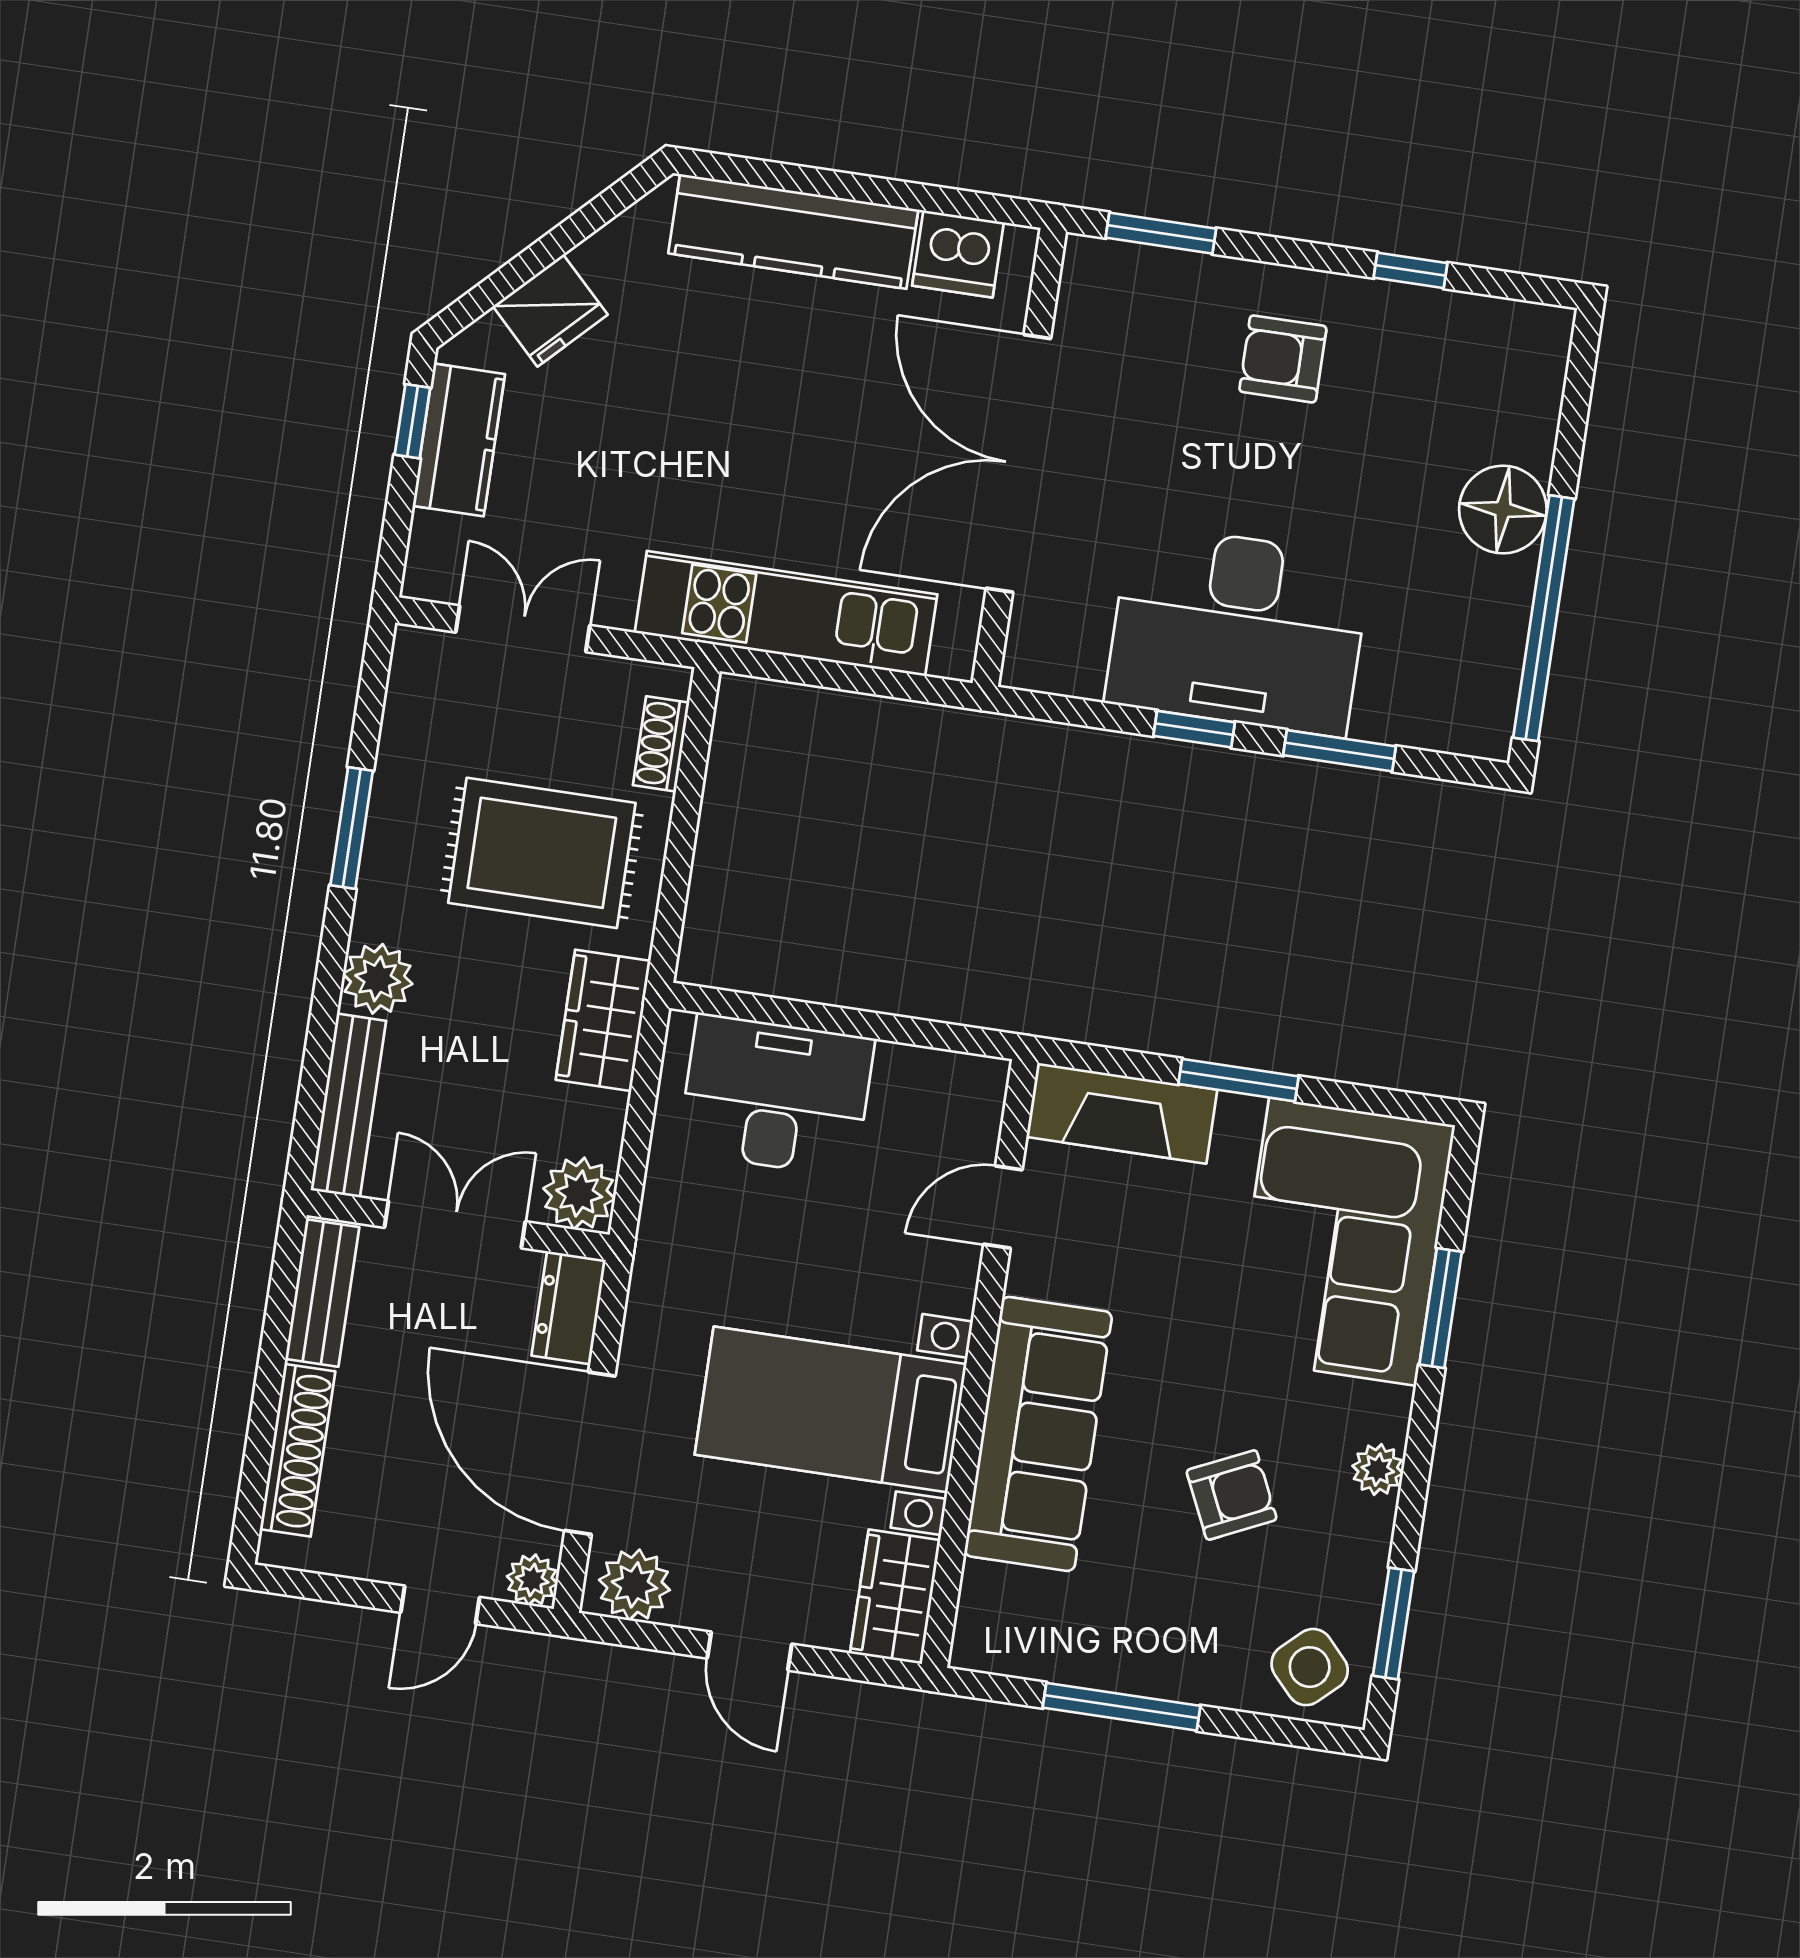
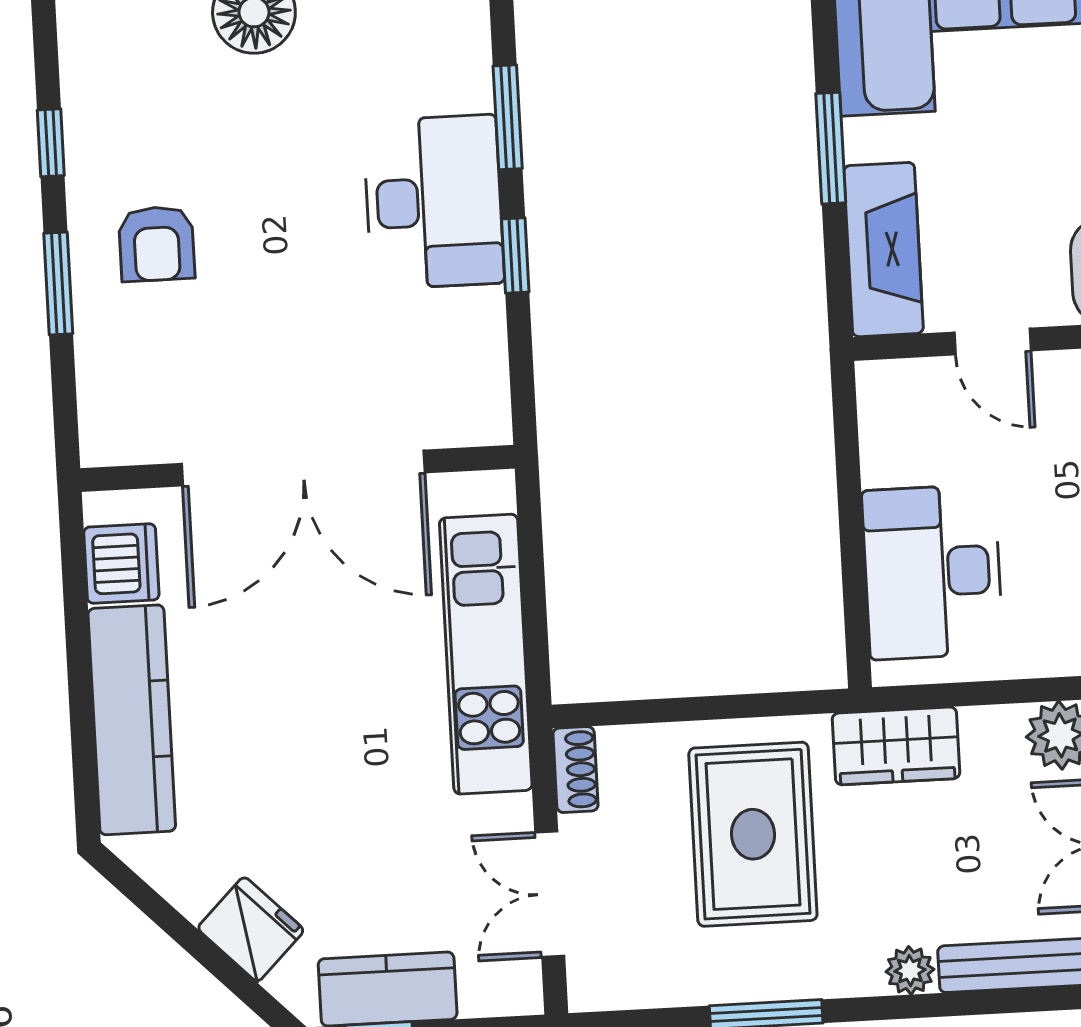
window: (1161, 233) -> (58, 284), moved
desk: (1238, 630) -> (434, 202), width x0.73, depth x0.77
shoe rack: (661, 744) -> (576, 770), moved, turned -90
plant: (378, 979) -> (910, 970), width x0.73, depth x0.73

